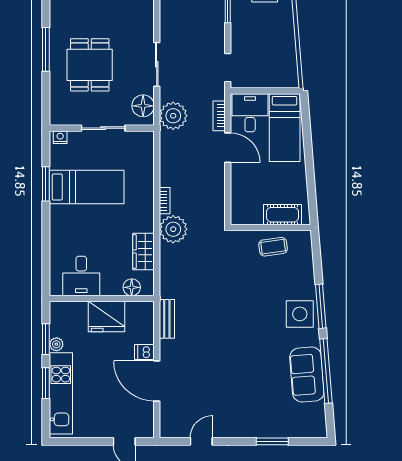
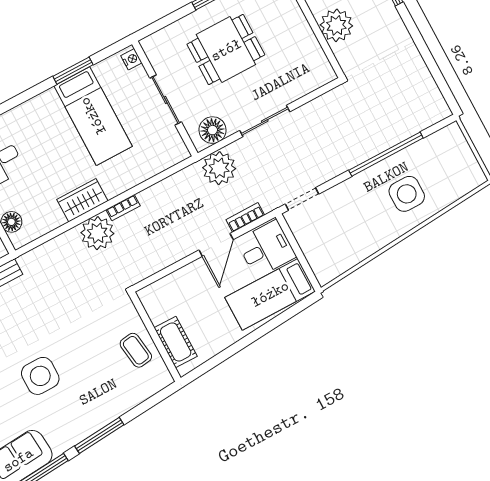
wardrobe: (143, 252) -> (82, 200), moved
side table: (300, 314) -> (40, 376), moved

